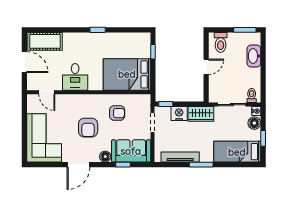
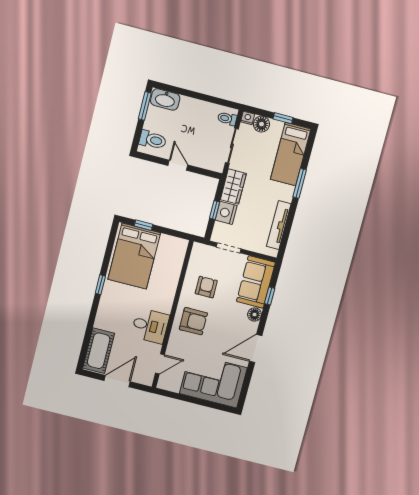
washbasin: (254, 56) -> (165, 99), moved
bed: (127, 74) -> (134, 256), moved
window: (166, 104) -> (215, 210), moved
armchair: (88, 128) -> (193, 321), moved
door: (78, 165) -> (256, 349), swing flipped
window: (201, 165) -> (300, 183), moved

